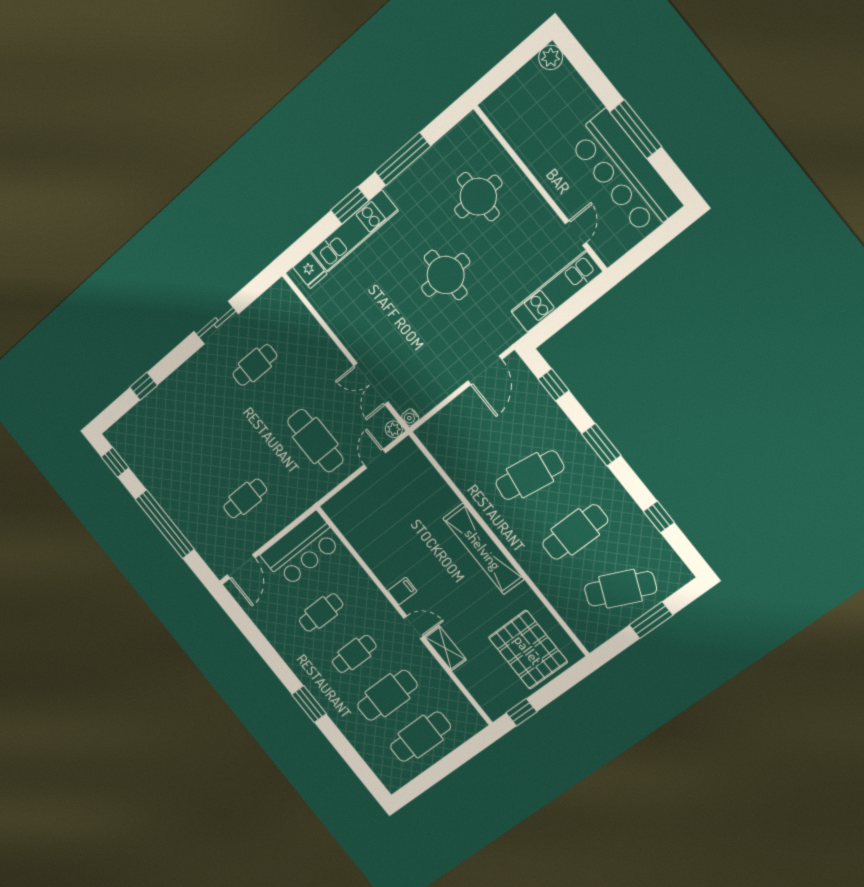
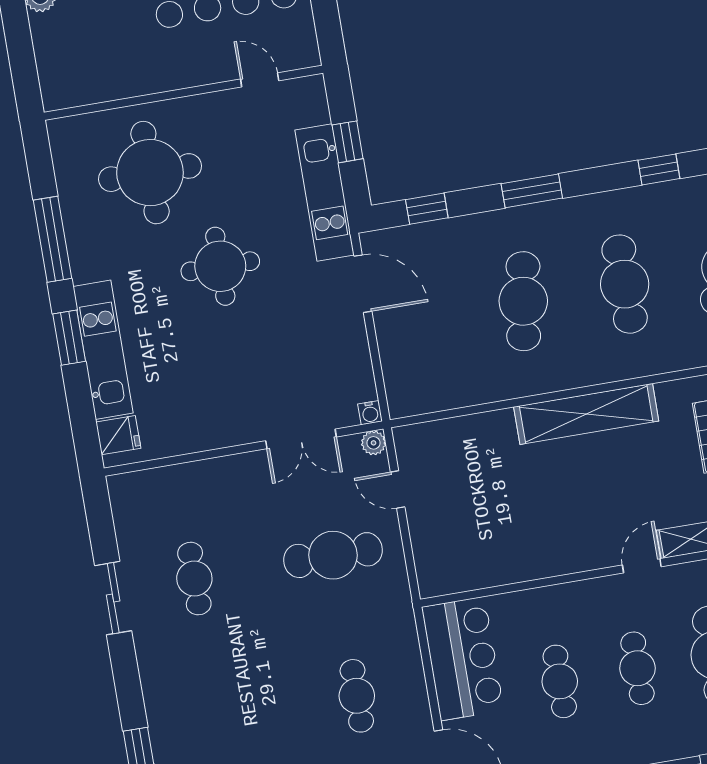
round table: (478, 197) -> (150, 173), width x1.36, depth x1.36
kitchen unit: (556, 292) -> (325, 193), moved
window: (568, 312) -> (348, 142), added
filing cabinet: (402, 591) -> (587, 553), removed

